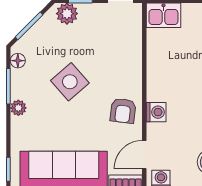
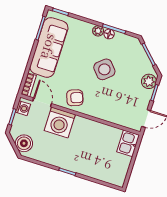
floor lamp: (18, 61) -> (109, 34), moved
armchair: (123, 111) -> (75, 98), turned 153
washing machine: (156, 112) -> (60, 123), width x1.89, depth x1.89

